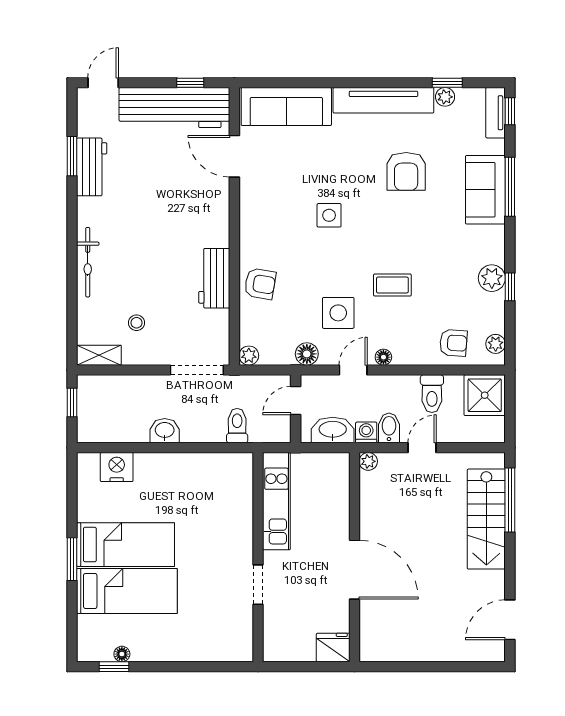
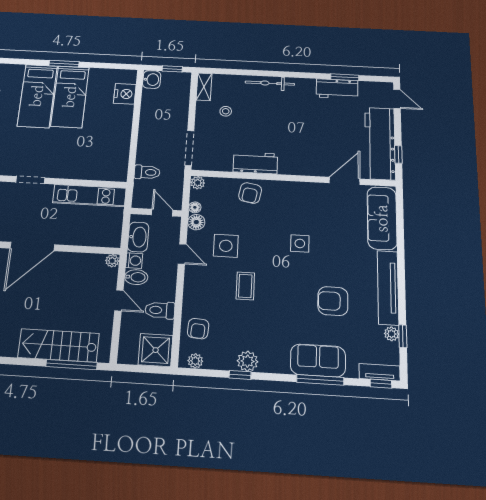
floor lamp: (383, 357) -> (195, 207), moved
washbasin: (165, 431) -> (152, 80), moved

